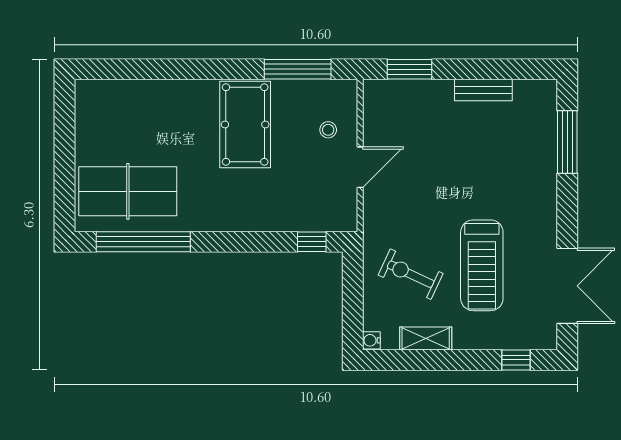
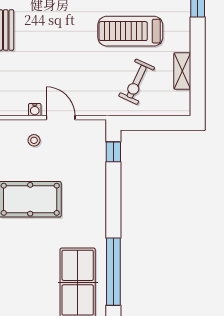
treadmill: (482, 265) -> (130, 31), turned 180
water cooler: (371, 340) -> (35, 110), moved

